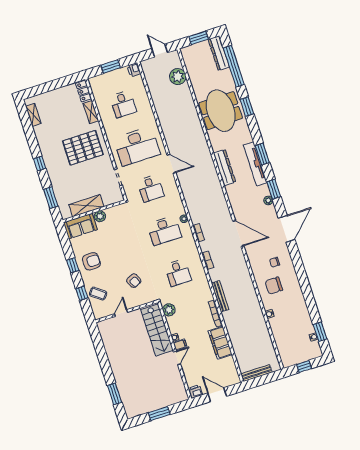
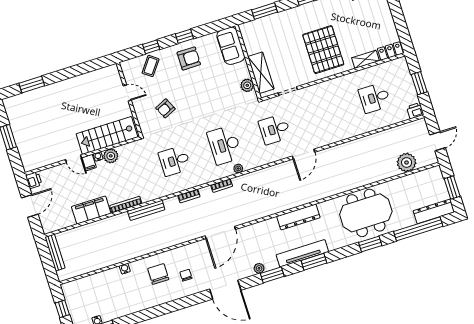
desk: (137, 146) -> (325, 113), removed
shelving: (86, 206) -> (261, 73), moved
plant: (100, 216) -> (247, 85), moved
armchair: (91, 261) -> (189, 58), turned -90
plant: (169, 310) -> (111, 156), moved

